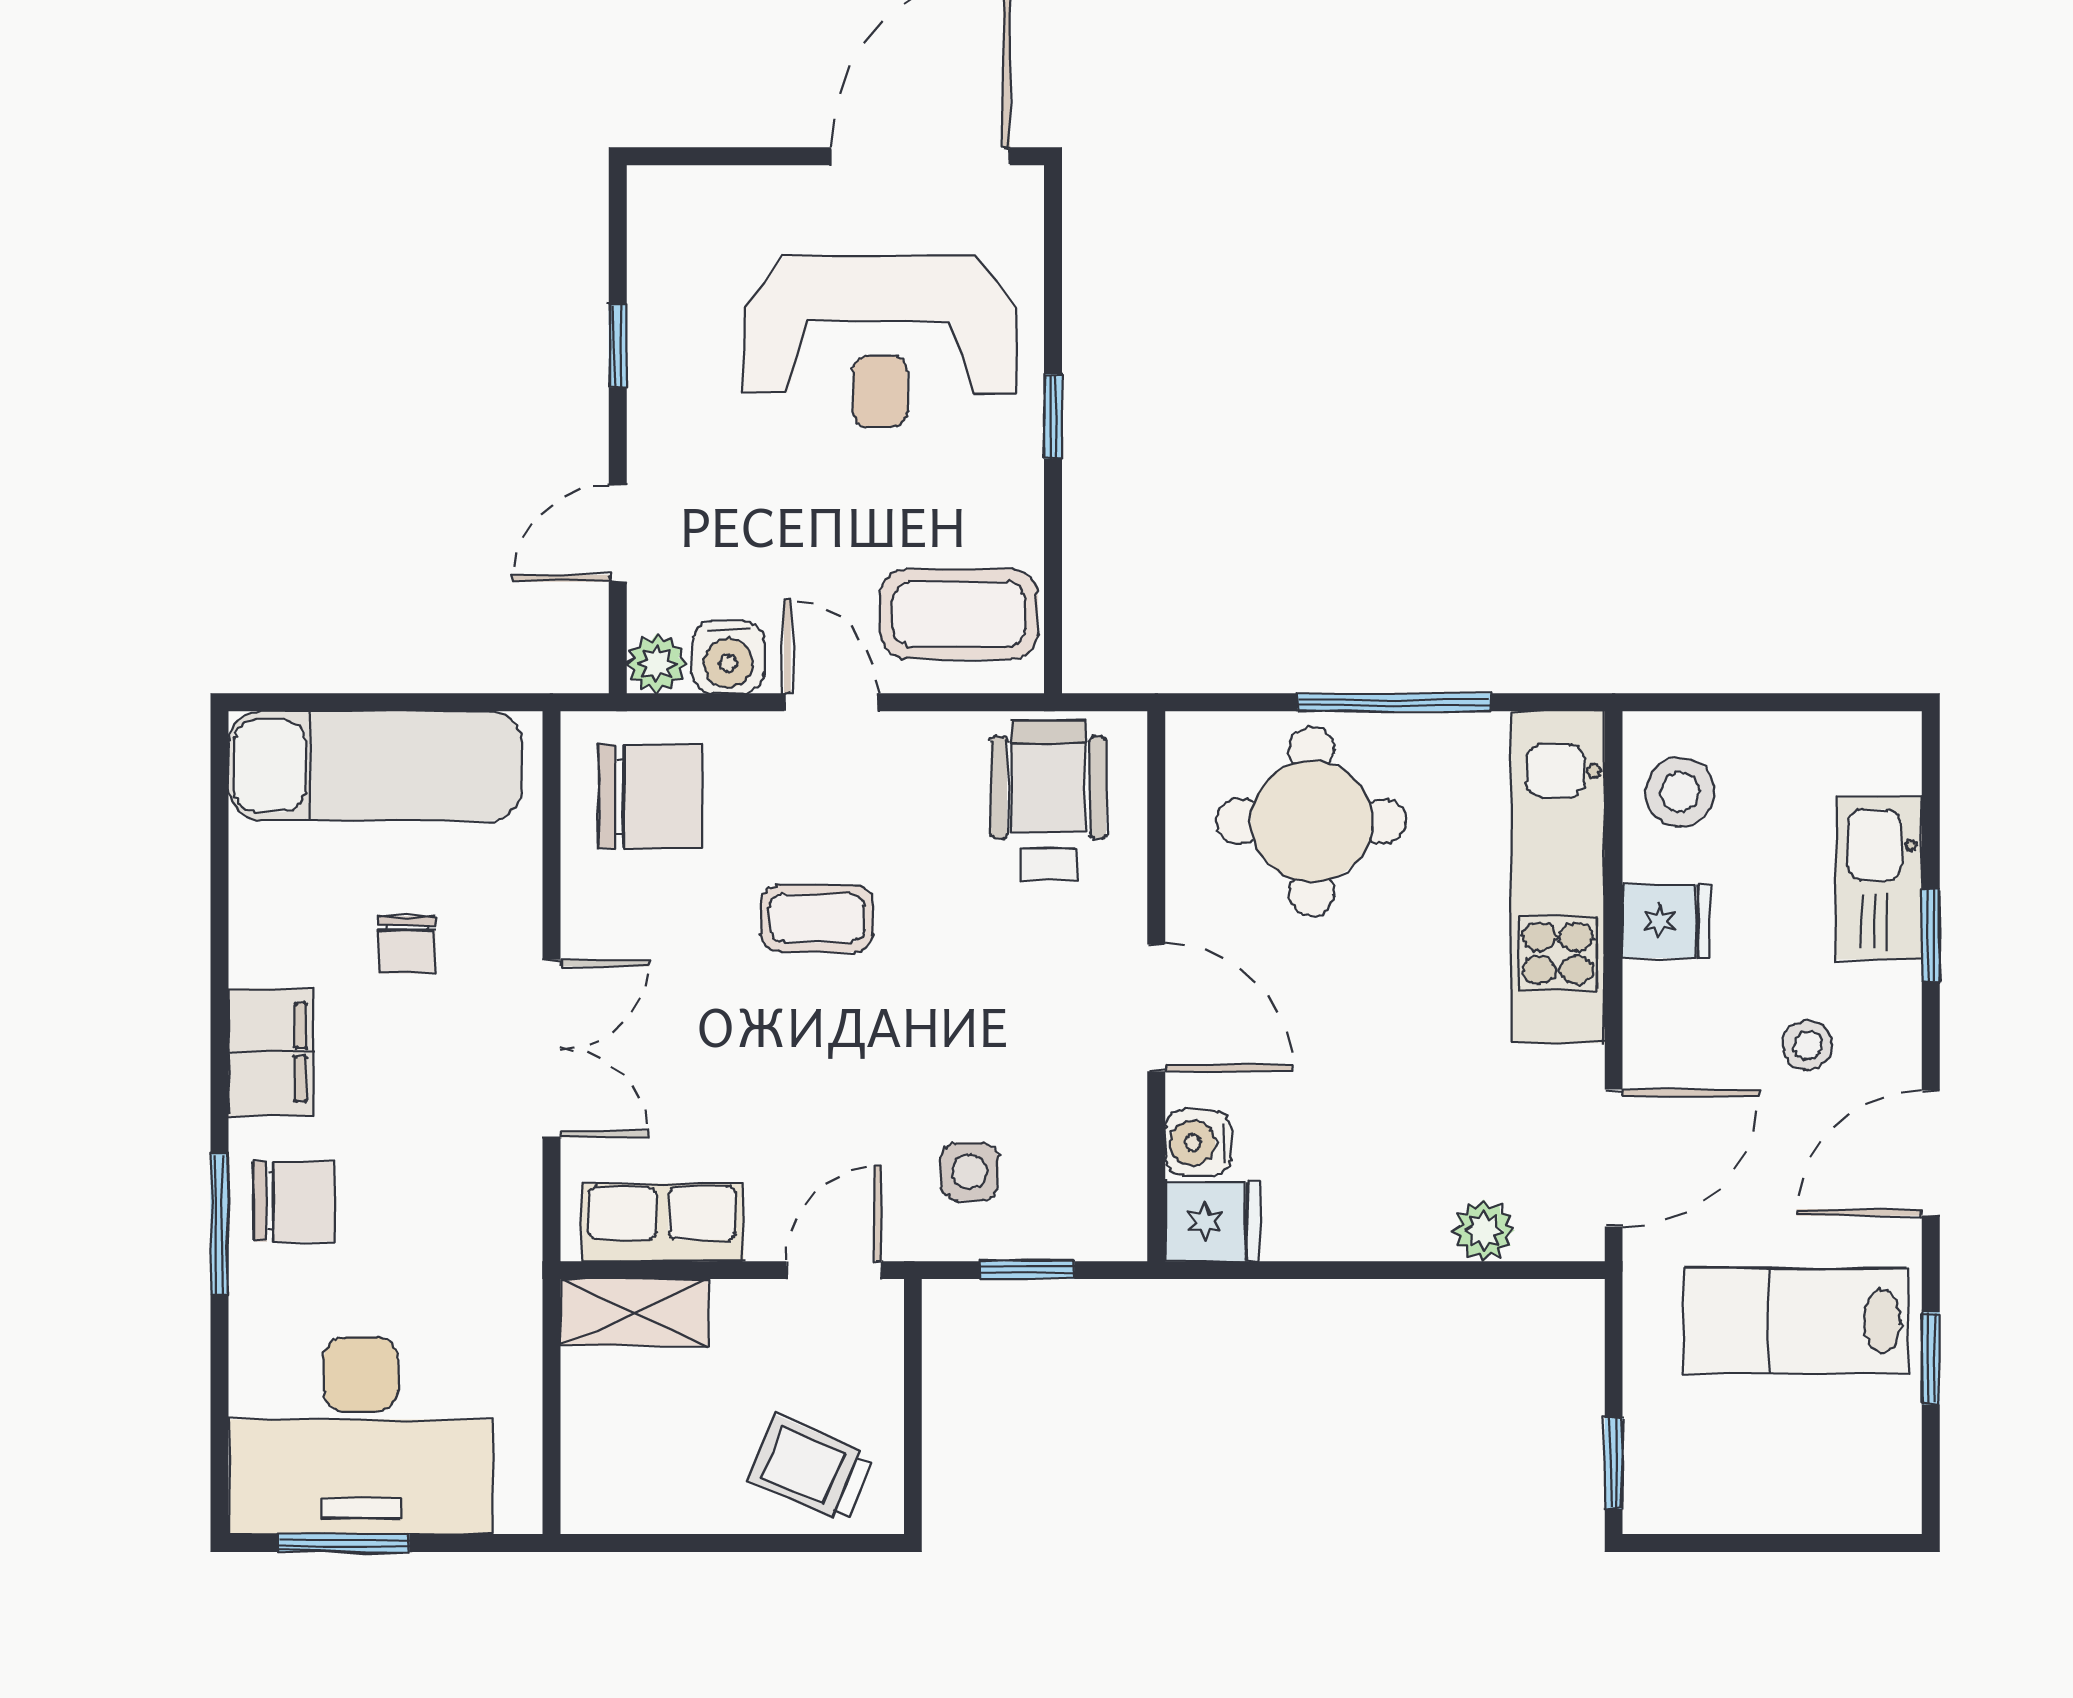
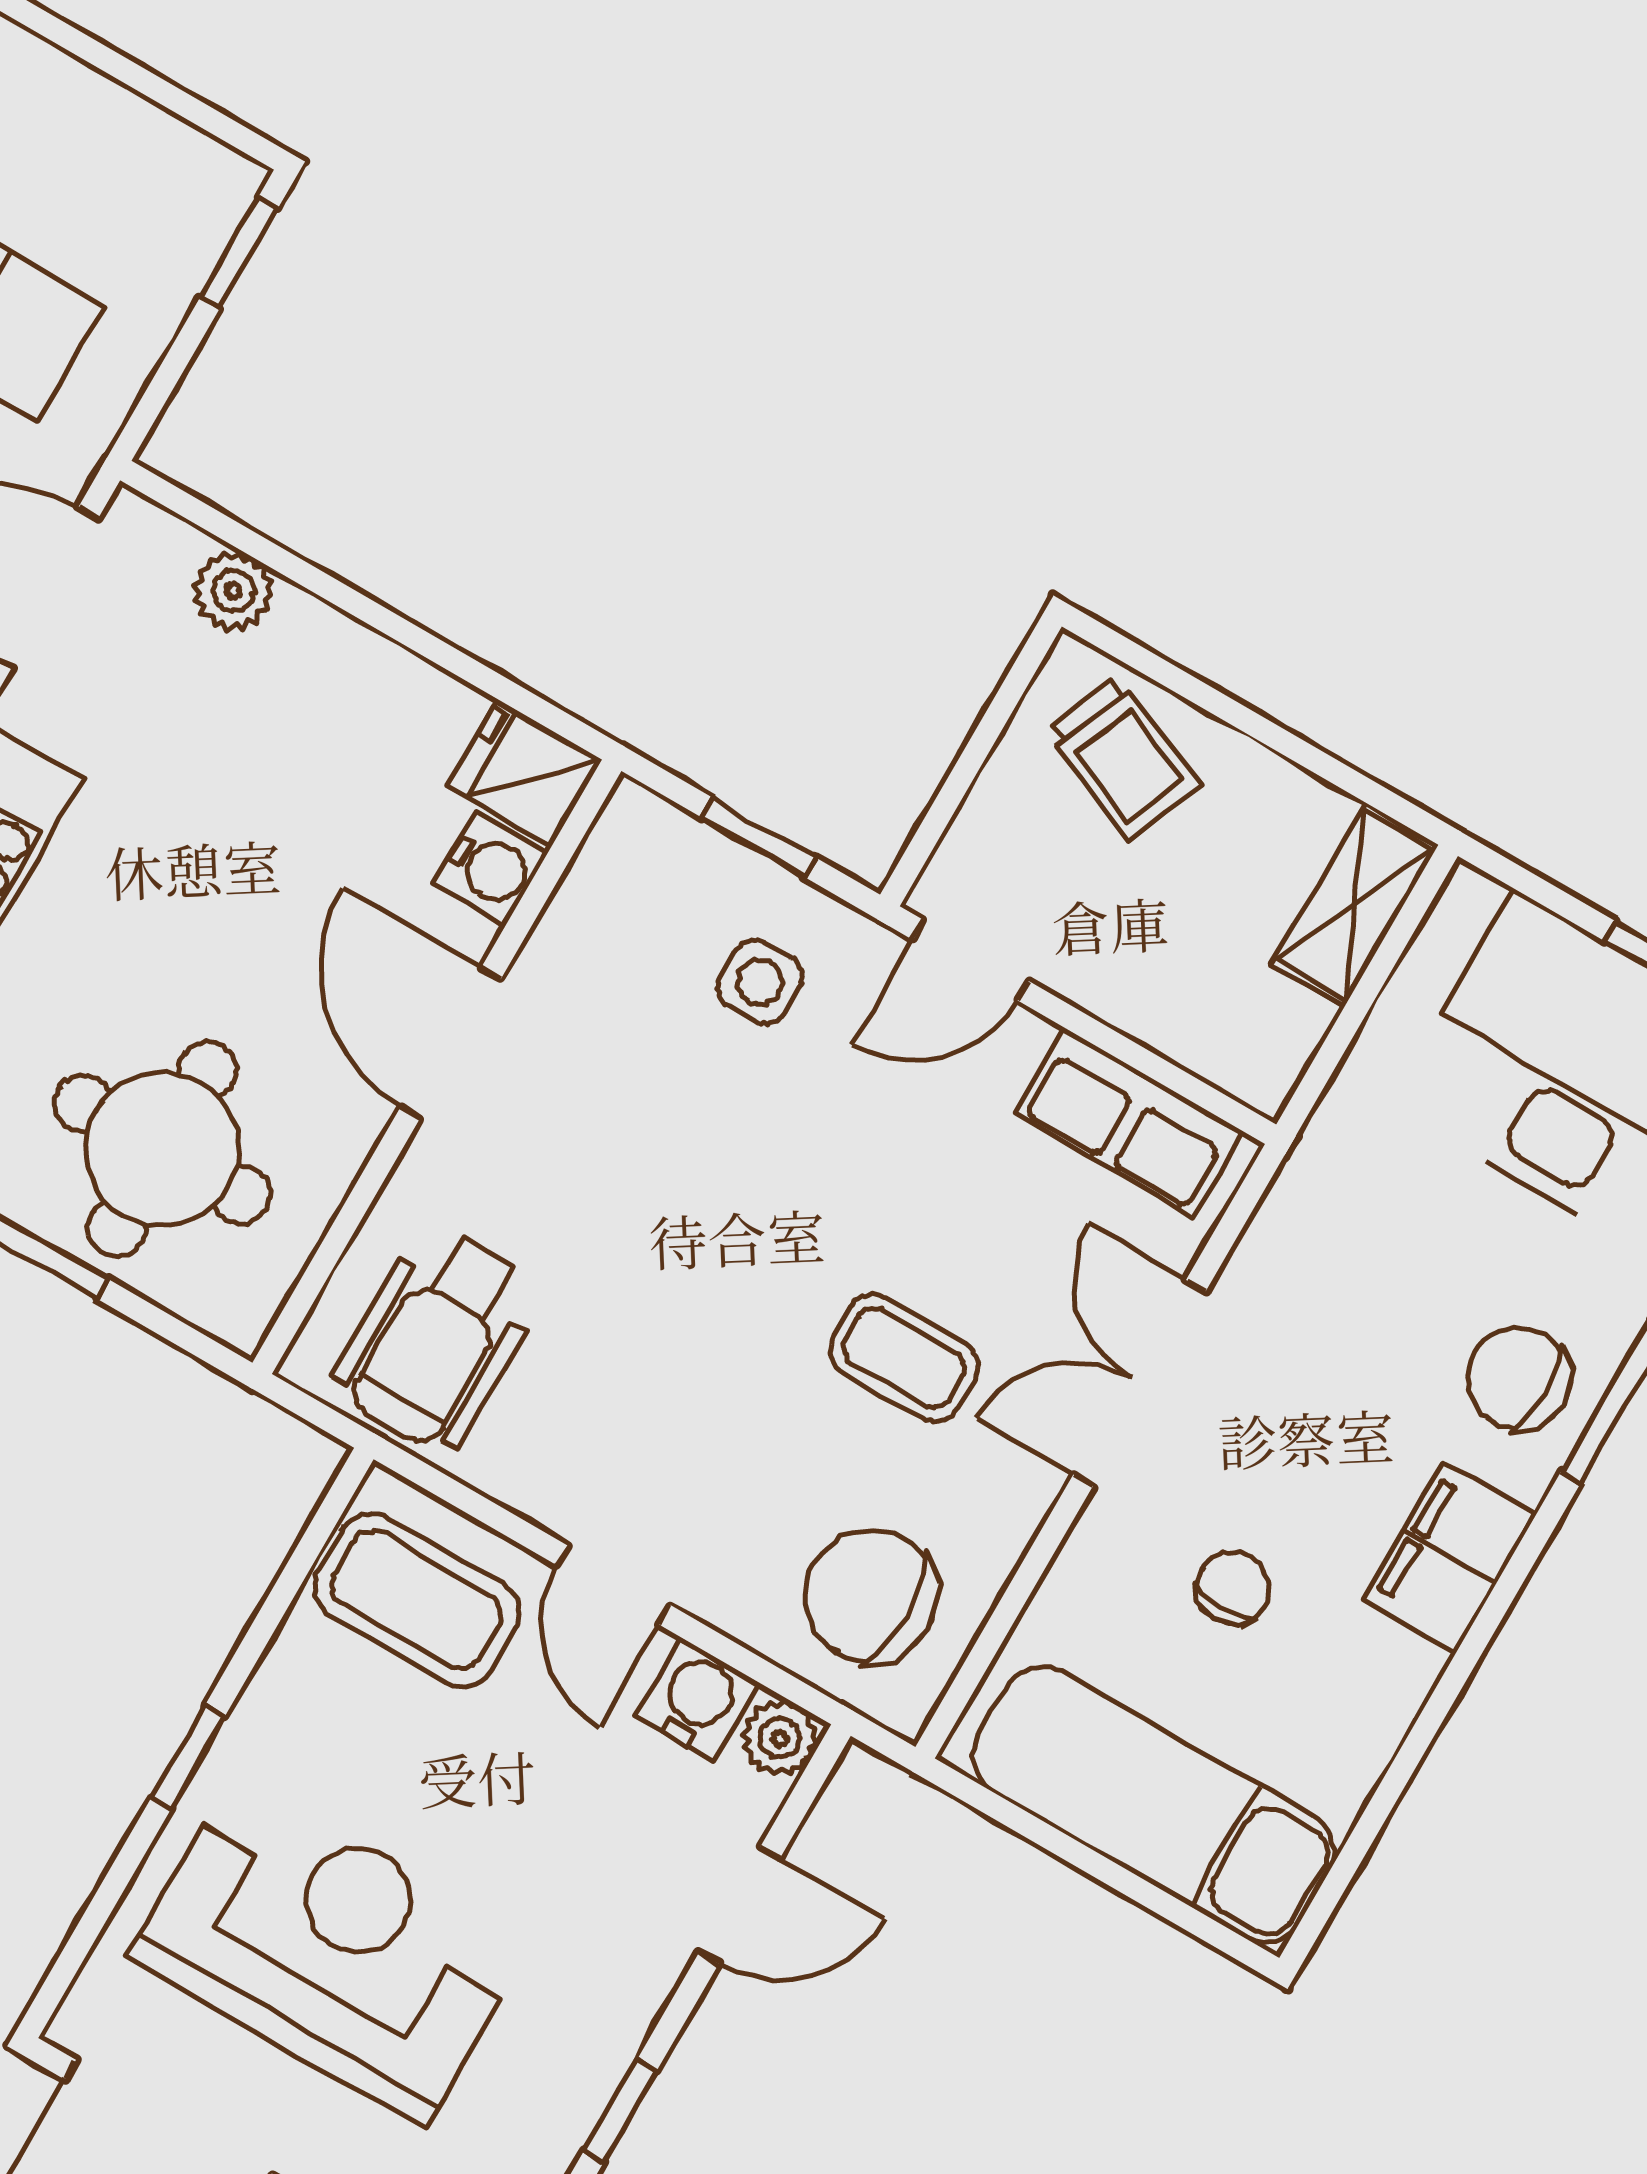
coffee table: (817, 918) -> (904, 1358), moved
shelving: (634, 1312) -> (1355, 905), moved, turned 90

